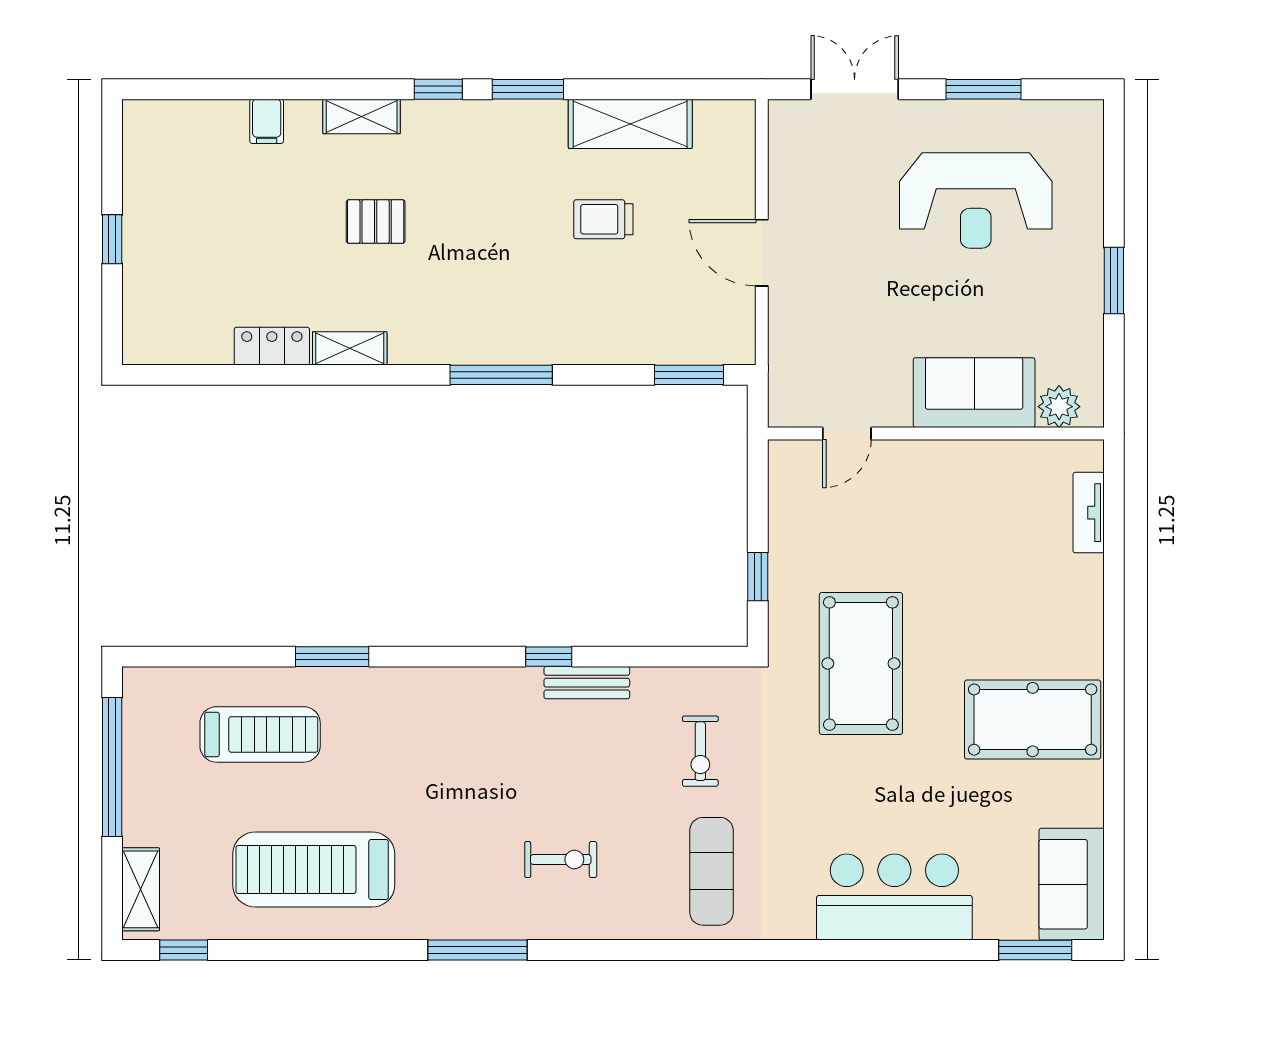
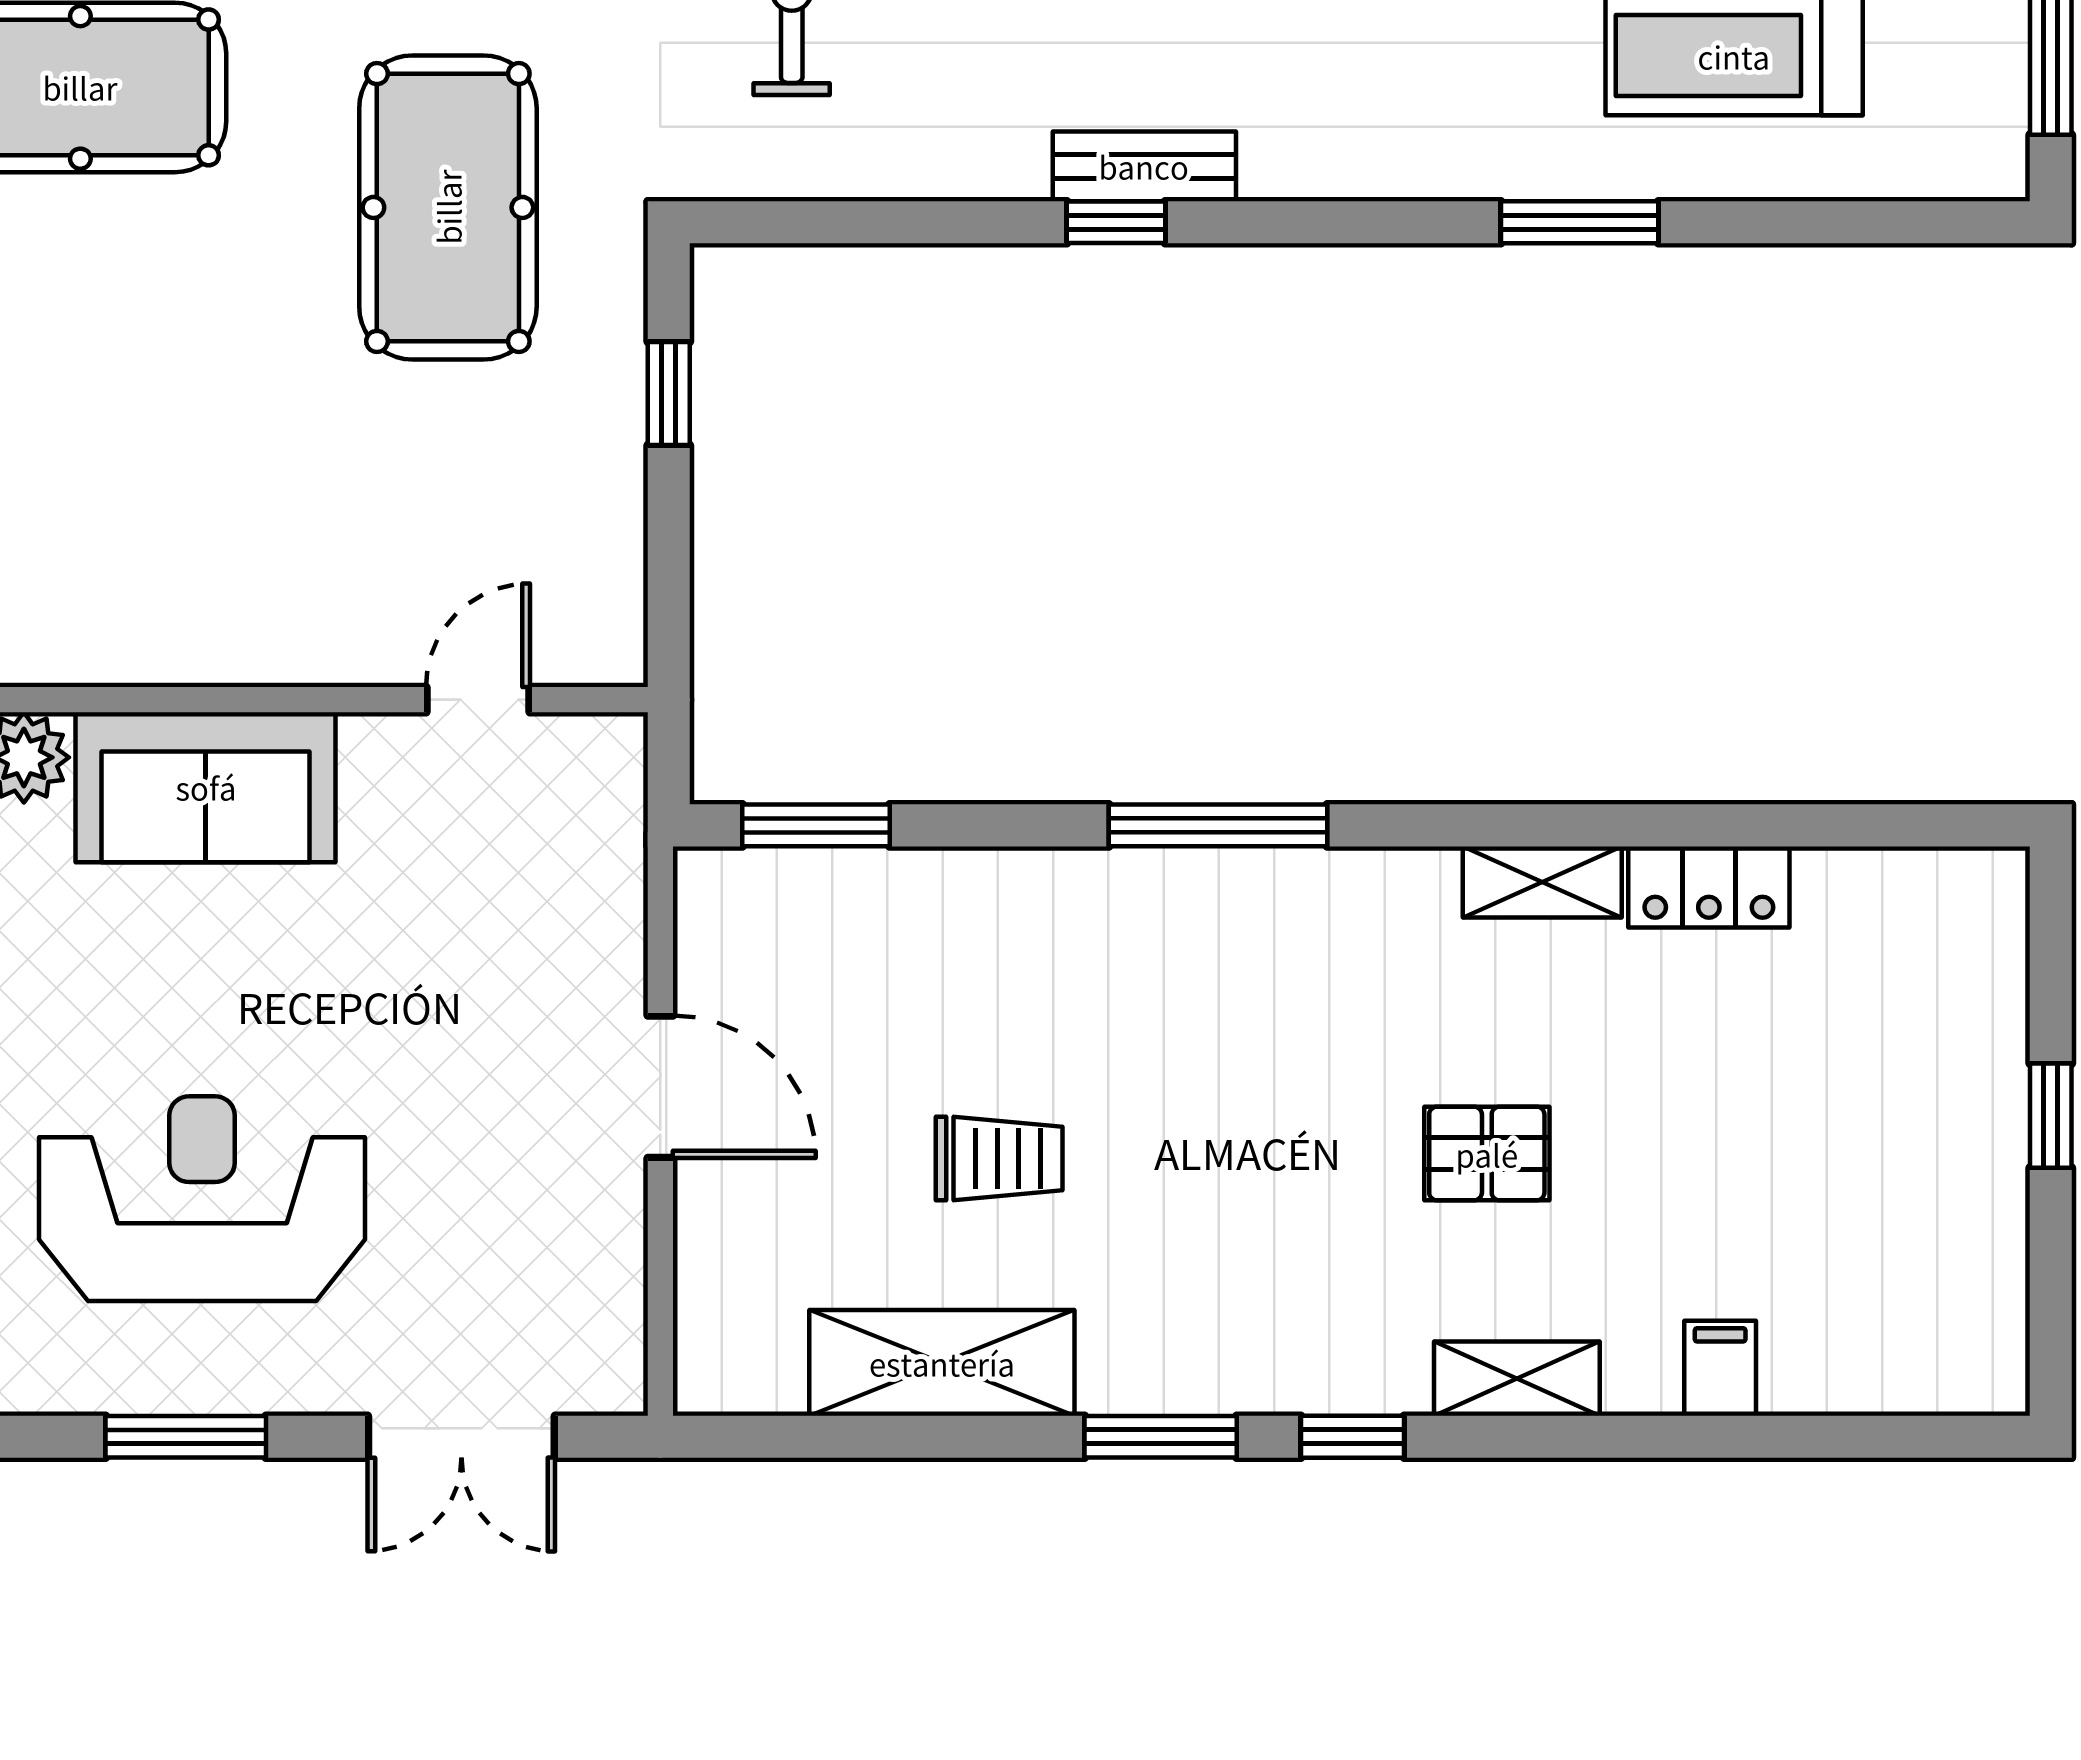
bench: (587, 683) -> (1144, 166), moved

